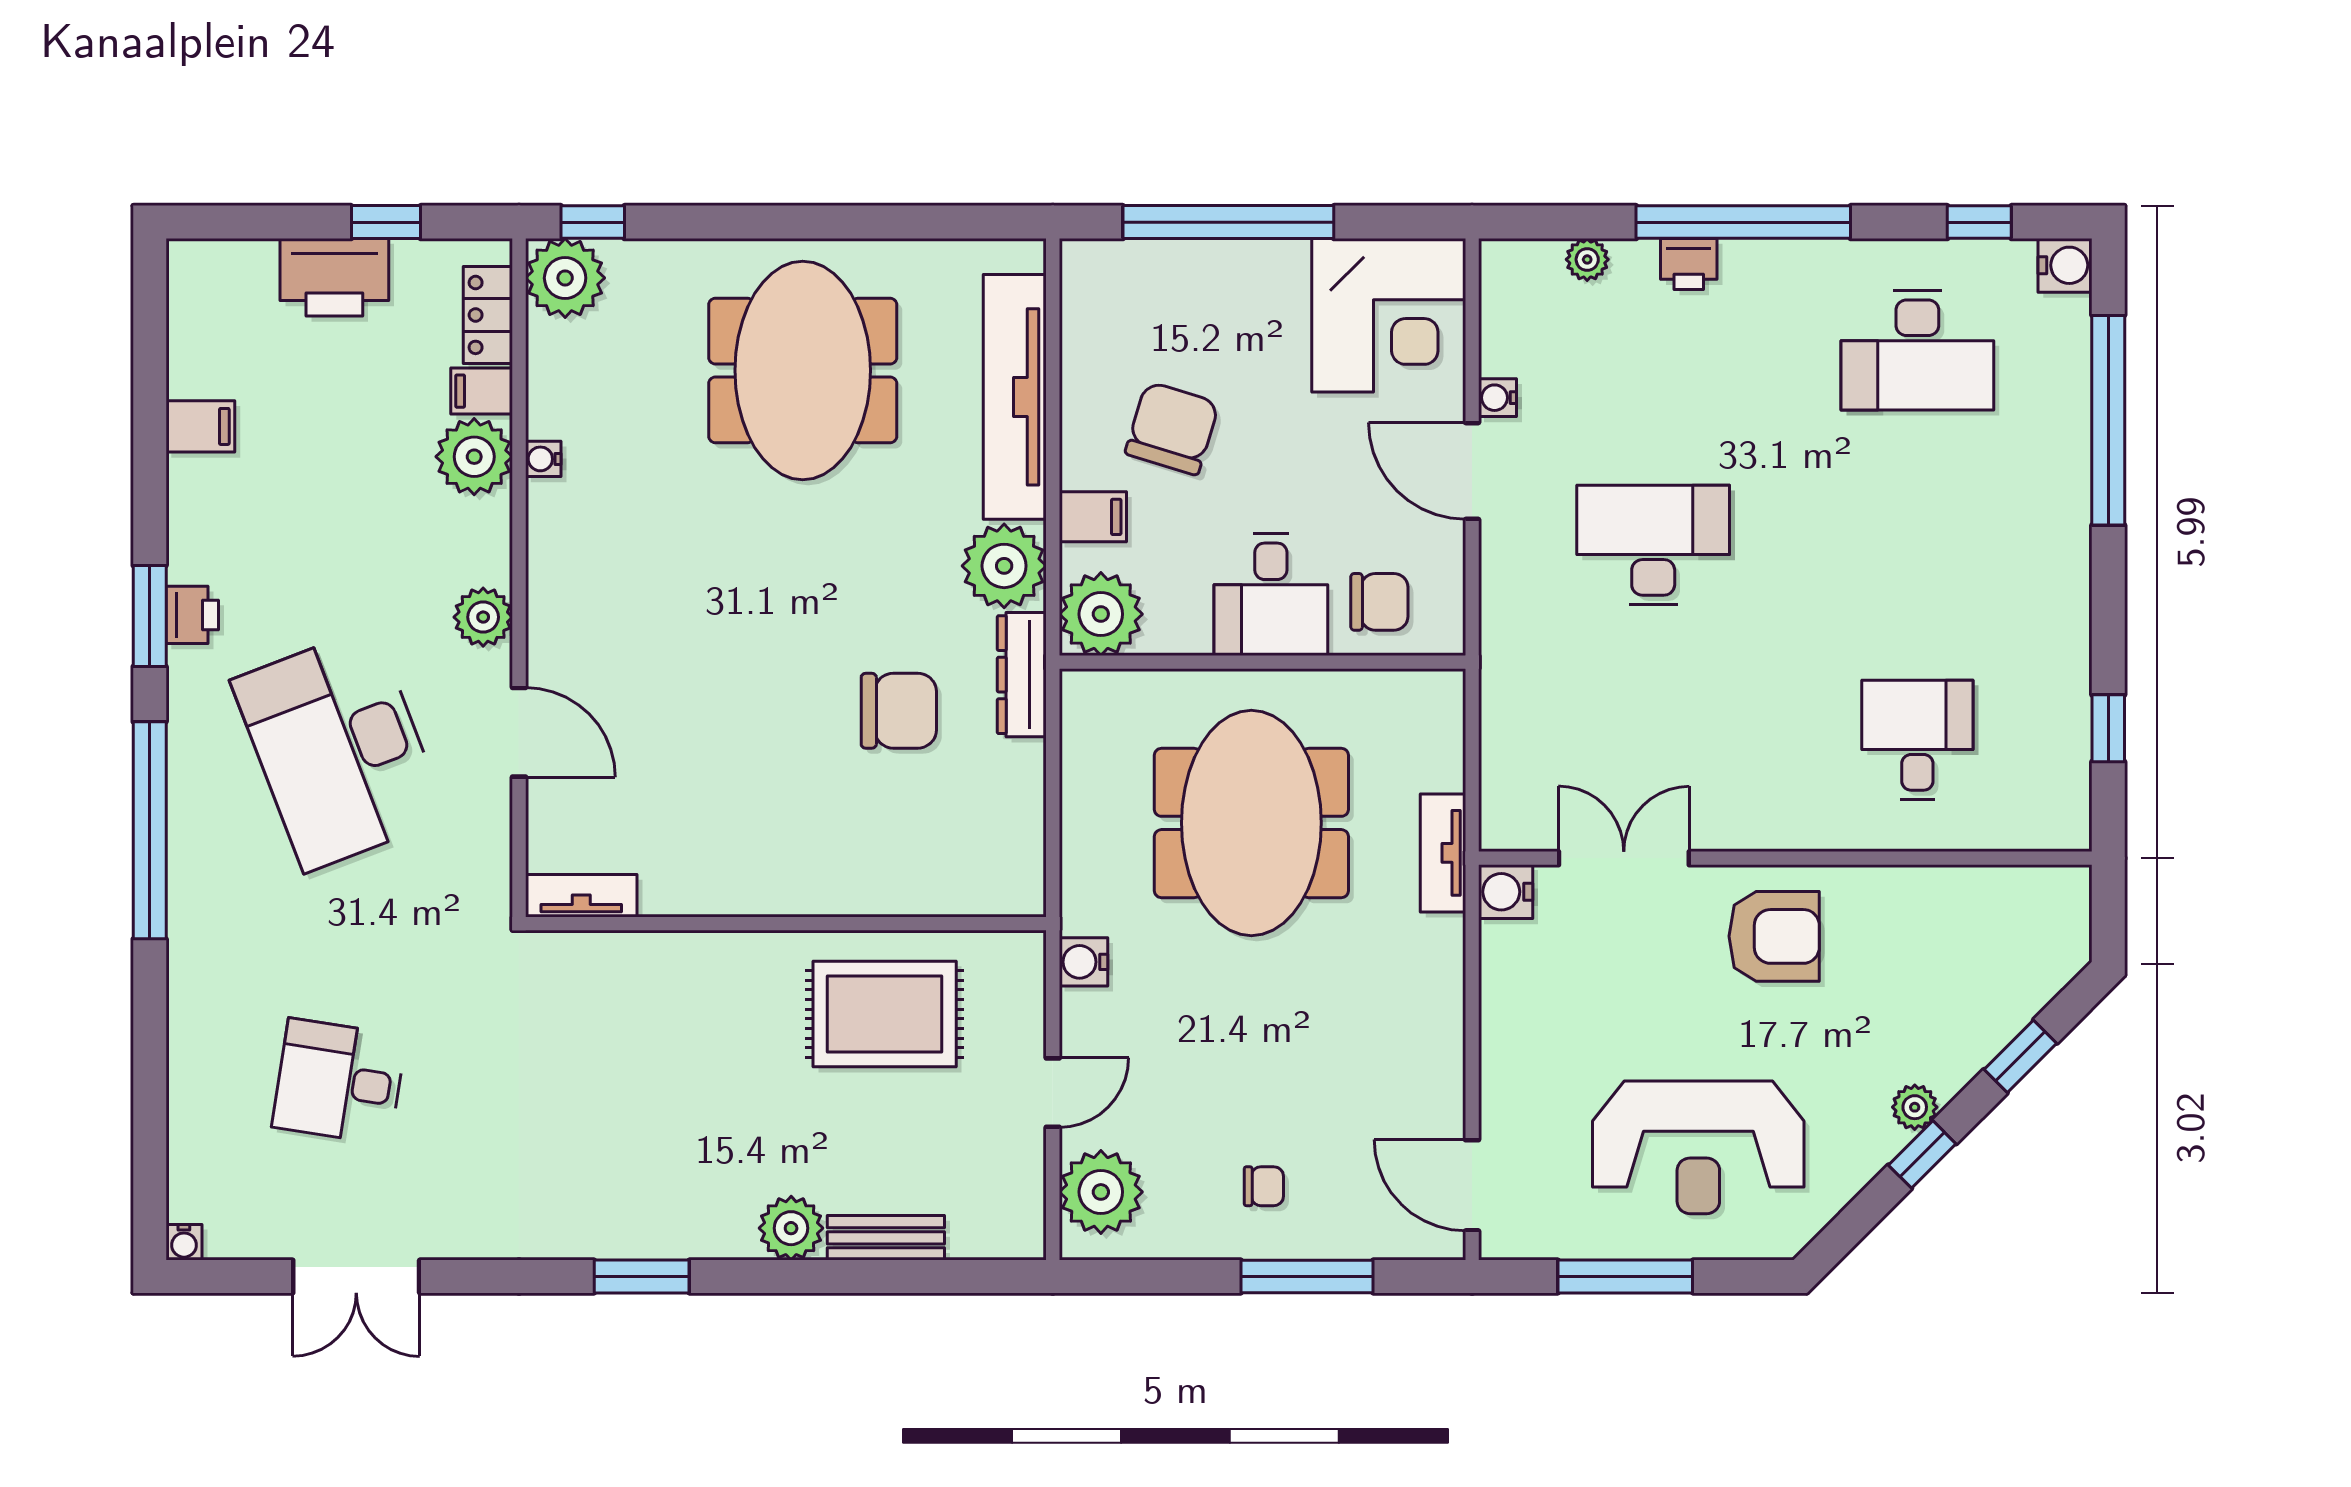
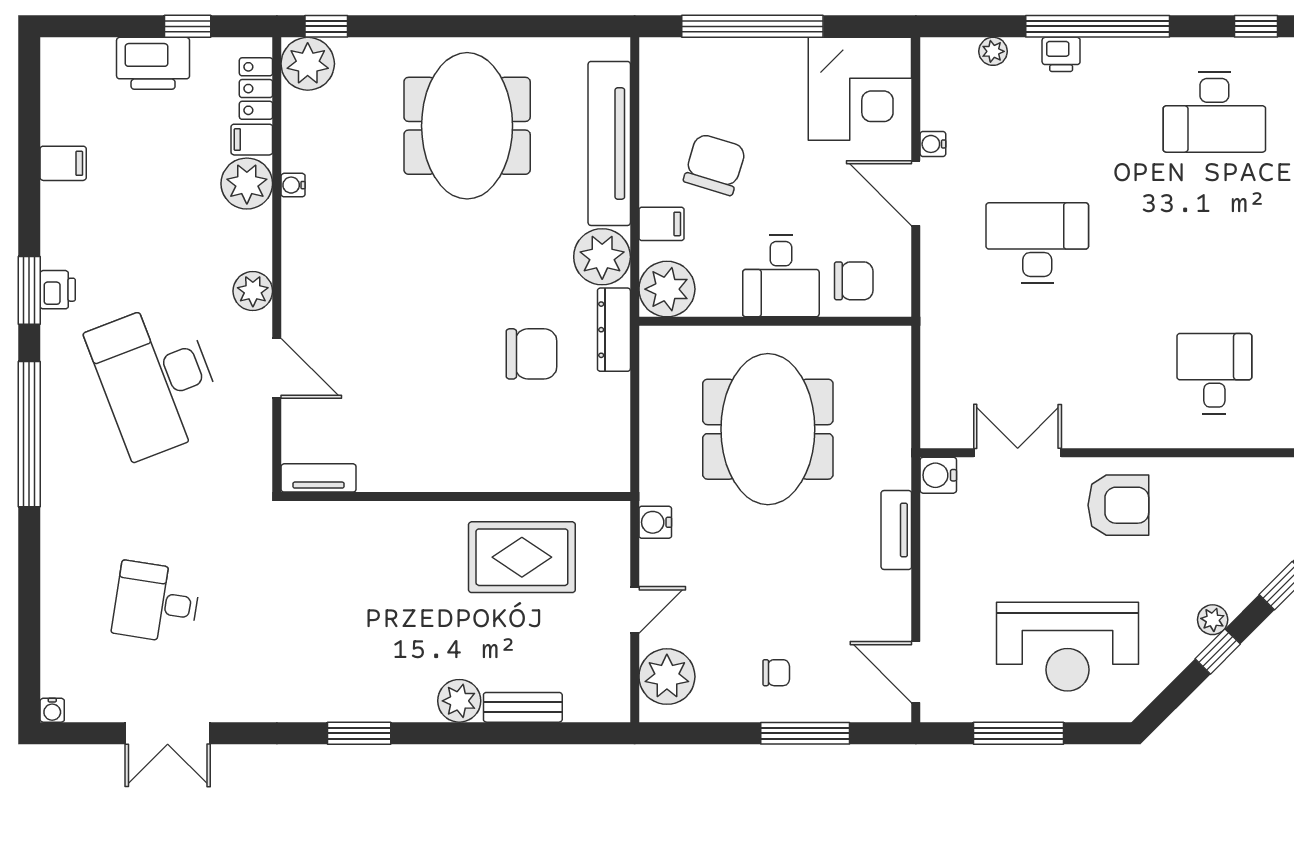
tv unit: (1443, 853) -> (896, 530), moved

